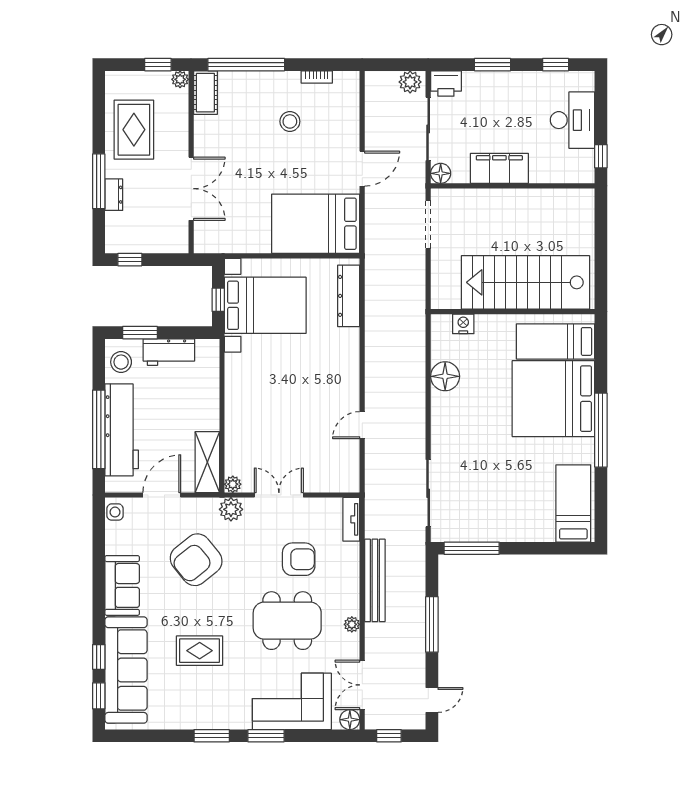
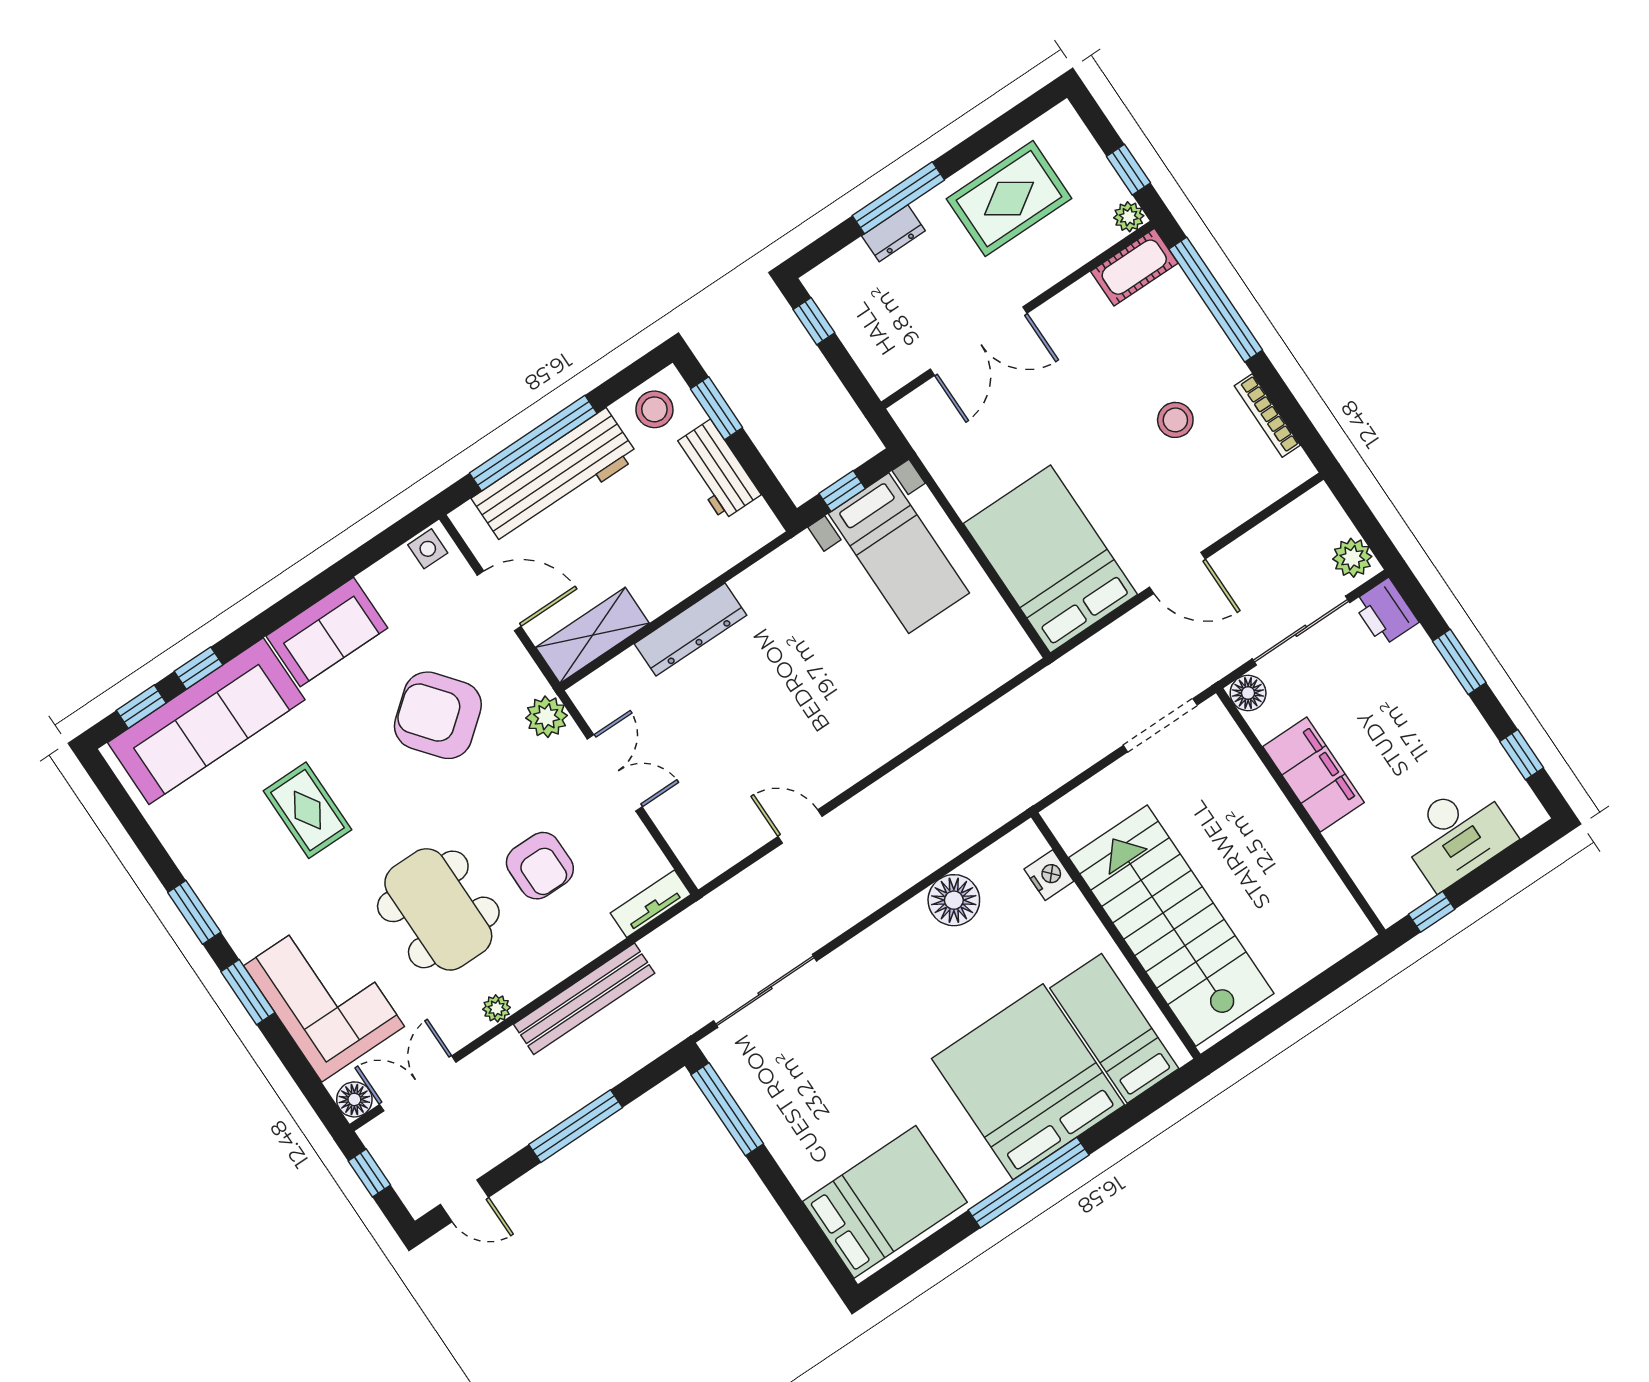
bookcase: (317, 77) -> (1267, 416), width x1.56
dresser: (349, 296) -> (691, 630), moved, turned 180
bed with nightstands: (265, 305) -> (899, 553), width x0.73
plant: (233, 484) -> (585, 695), removed
bed: (573, 503) -> (885, 1202), width x1.50

